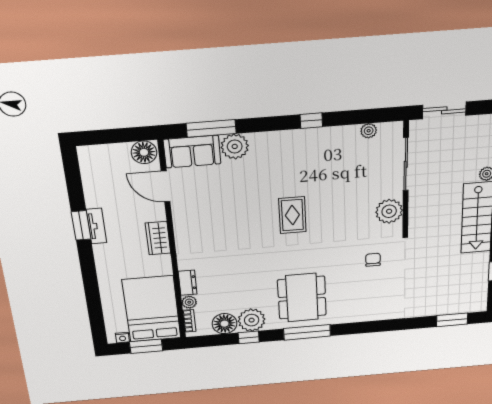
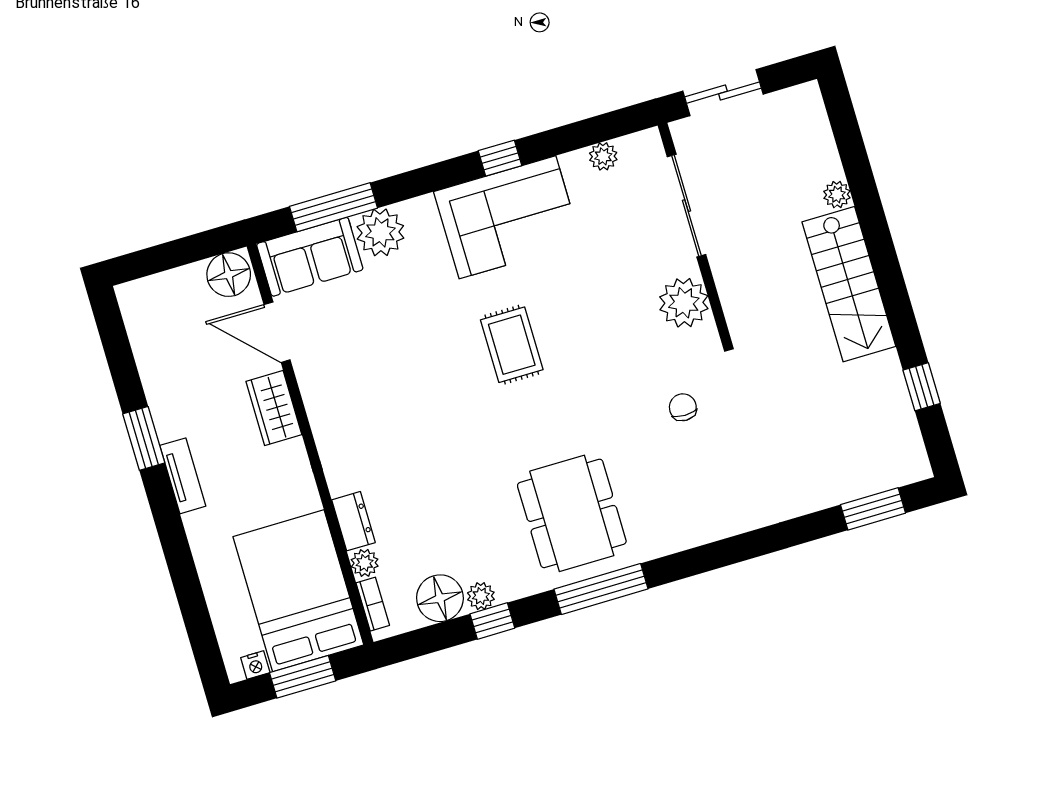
corner sofa: (307, 152) -> (507, 217), added
tv unit: (96, 226) -> (183, 476), moved
wardrobe: (158, 238) -> (274, 408), moved
plant: (252, 320) -> (481, 596), width x0.53, depth x0.53

